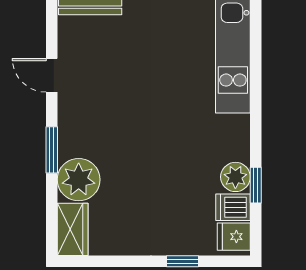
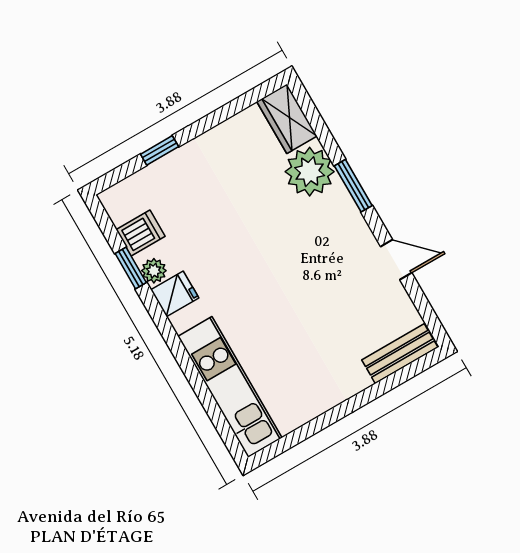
plant: (235, 177) -> (154, 271), width x0.73, depth x0.73
fridge: (234, 237) -> (175, 294), moved

